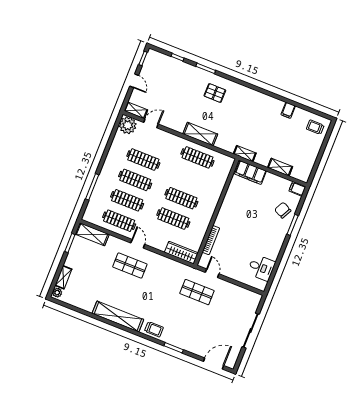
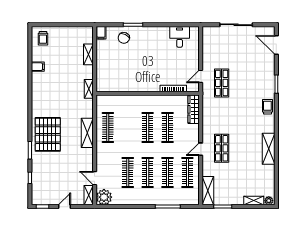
pallet: (215, 93) -> (48, 134), width x2.05, depth x2.00
filing cabinet: (250, 172) -> (103, 78), removed
shelving: (118, 316) -> (269, 149), width x0.68

